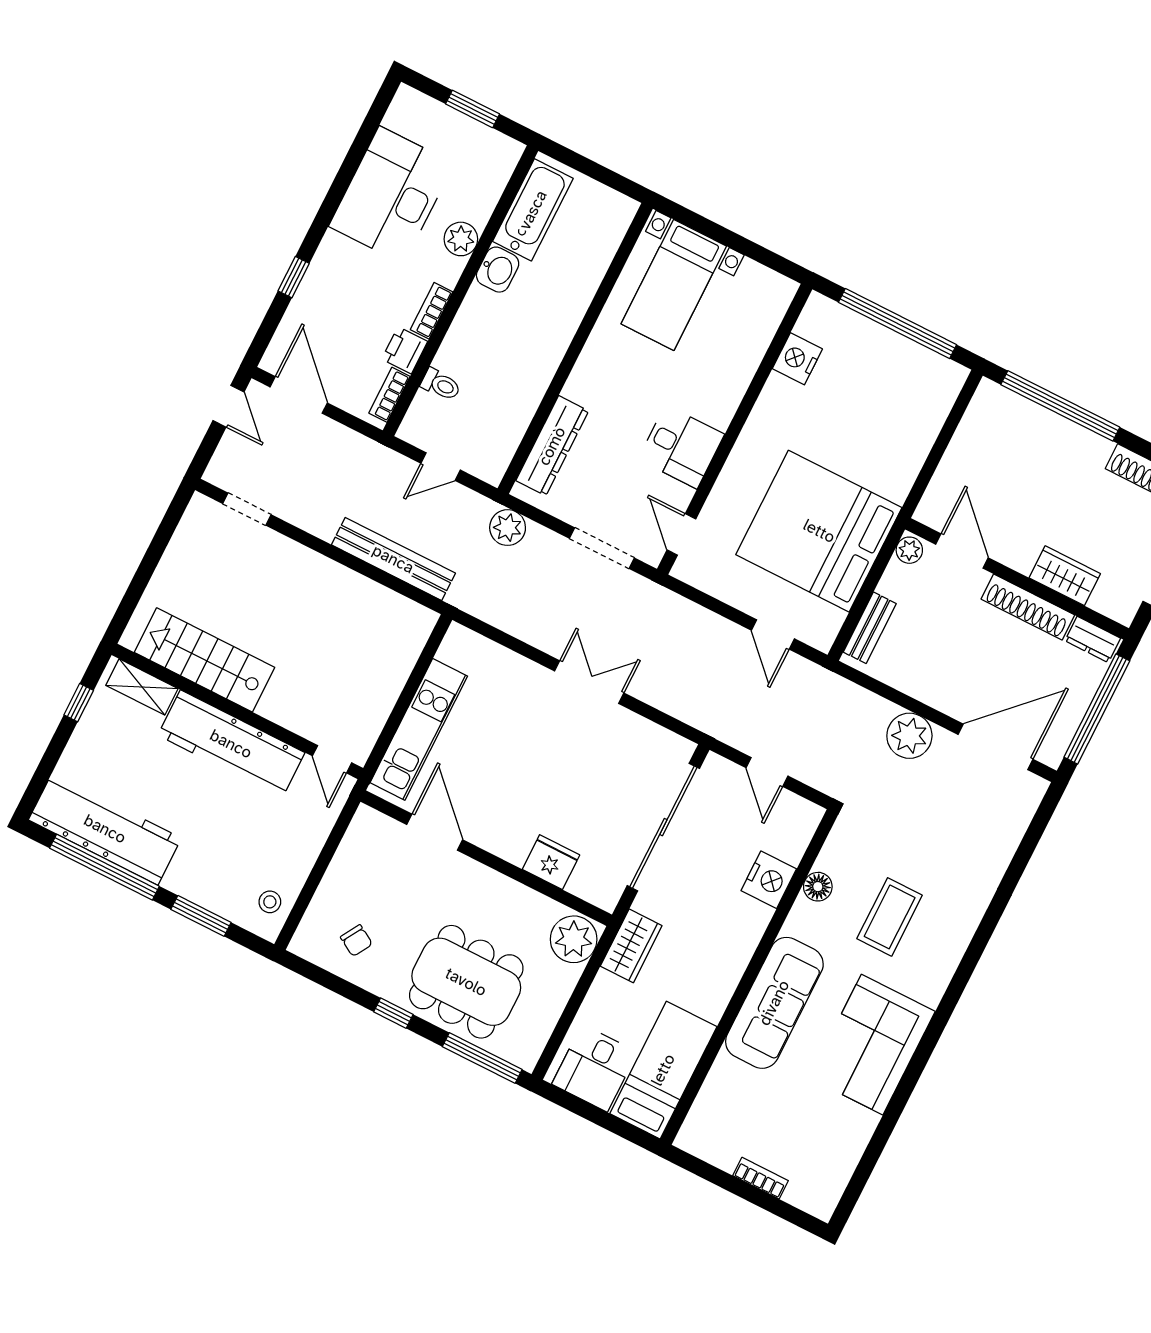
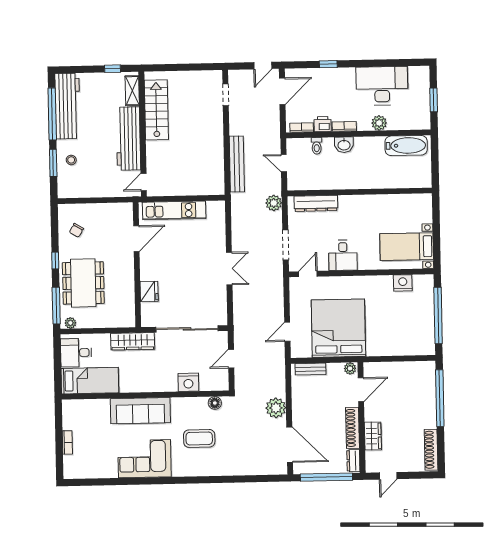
washbasin: (498, 270) -> (344, 145), moved
bed with nightstands: (674, 285) -> (407, 247), moved
floor lamp: (818, 887) -> (215, 403), moved
stool: (270, 902) -> (71, 160), moved
plant: (574, 939) -> (70, 323), moved, width x0.53, depth x0.53
wardrobe: (631, 946) -> (133, 341), width x1.50

